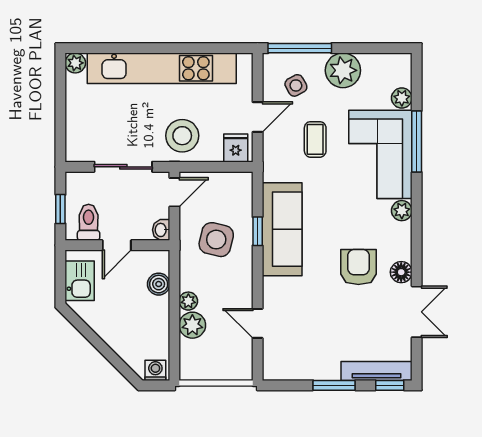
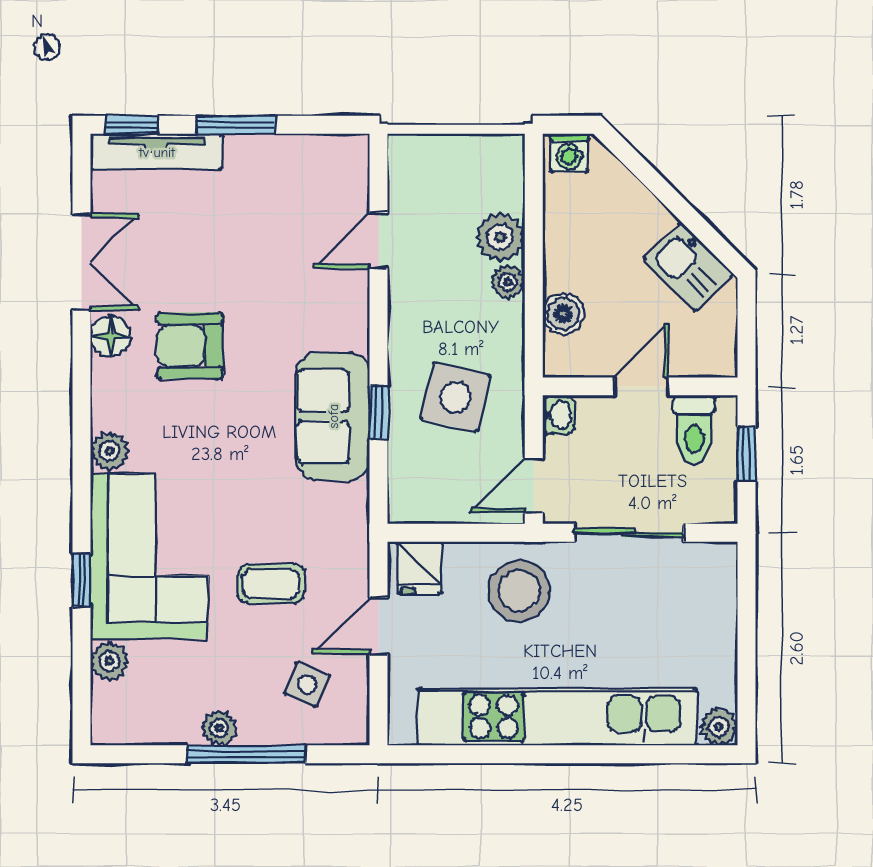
window: (300, 48) -> (246, 754), moved
plant: (343, 70) -> (219, 728), width x0.53, depth x0.53
side table: (296, 85) -> (307, 685), turned -38
coffee table: (315, 139) -> (271, 584), turned 90
window: (417, 141) -> (82, 580), width x0.46
sofa: (282, 229) -> (333, 416), width x0.73
armchair: (358, 267) -> (190, 346), turned 90
kitchen sink: (80, 281) -> (689, 267), moved, turned -45
double door: (417, 312) -> (82, 262), swing flipped
door: (258, 323) -> (379, 241), swing flipped

